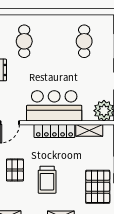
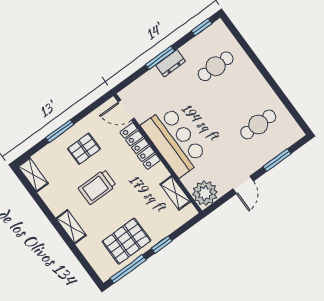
locker: (54, 131) -> (140, 146), moved

